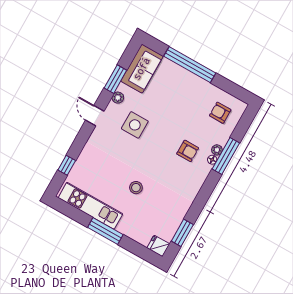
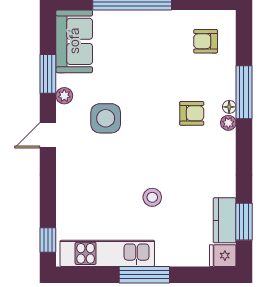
door: (95, 116) -> (48, 135), hinge flipped
plant: (217, 150) -> (228, 123), moved
window: (67, 165) -> (48, 240), moved
kitchen counter: (171, 226) -> (225, 220), added

